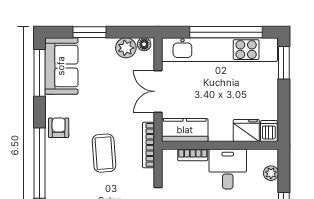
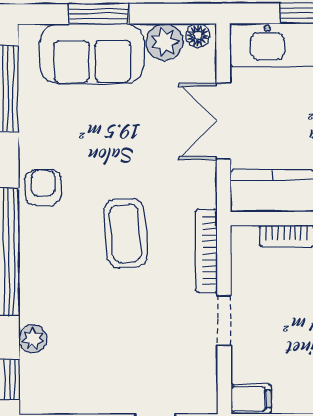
sofa: (61, 66) -> (92, 54), moved, turned 90
bookcase: (149, 145) -> (207, 251), moved

